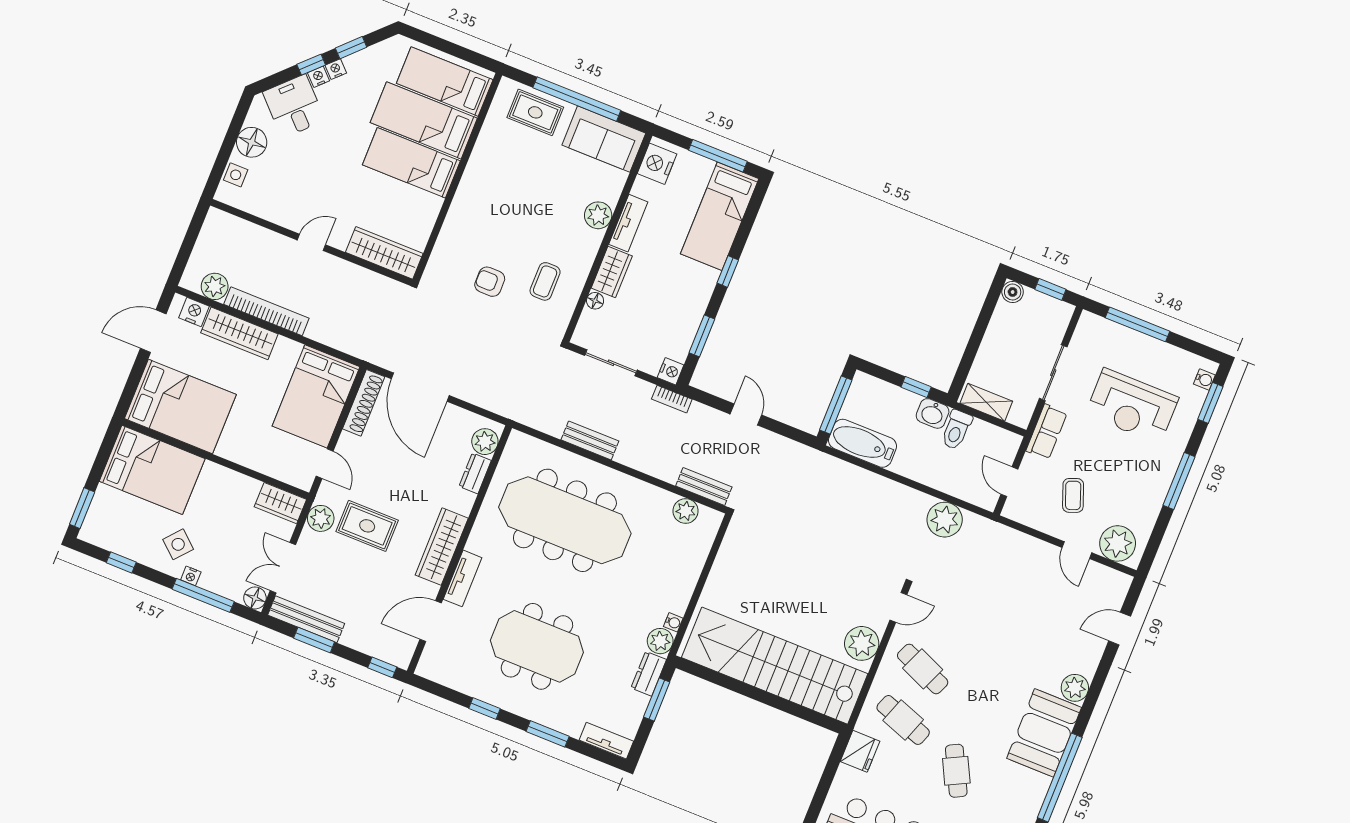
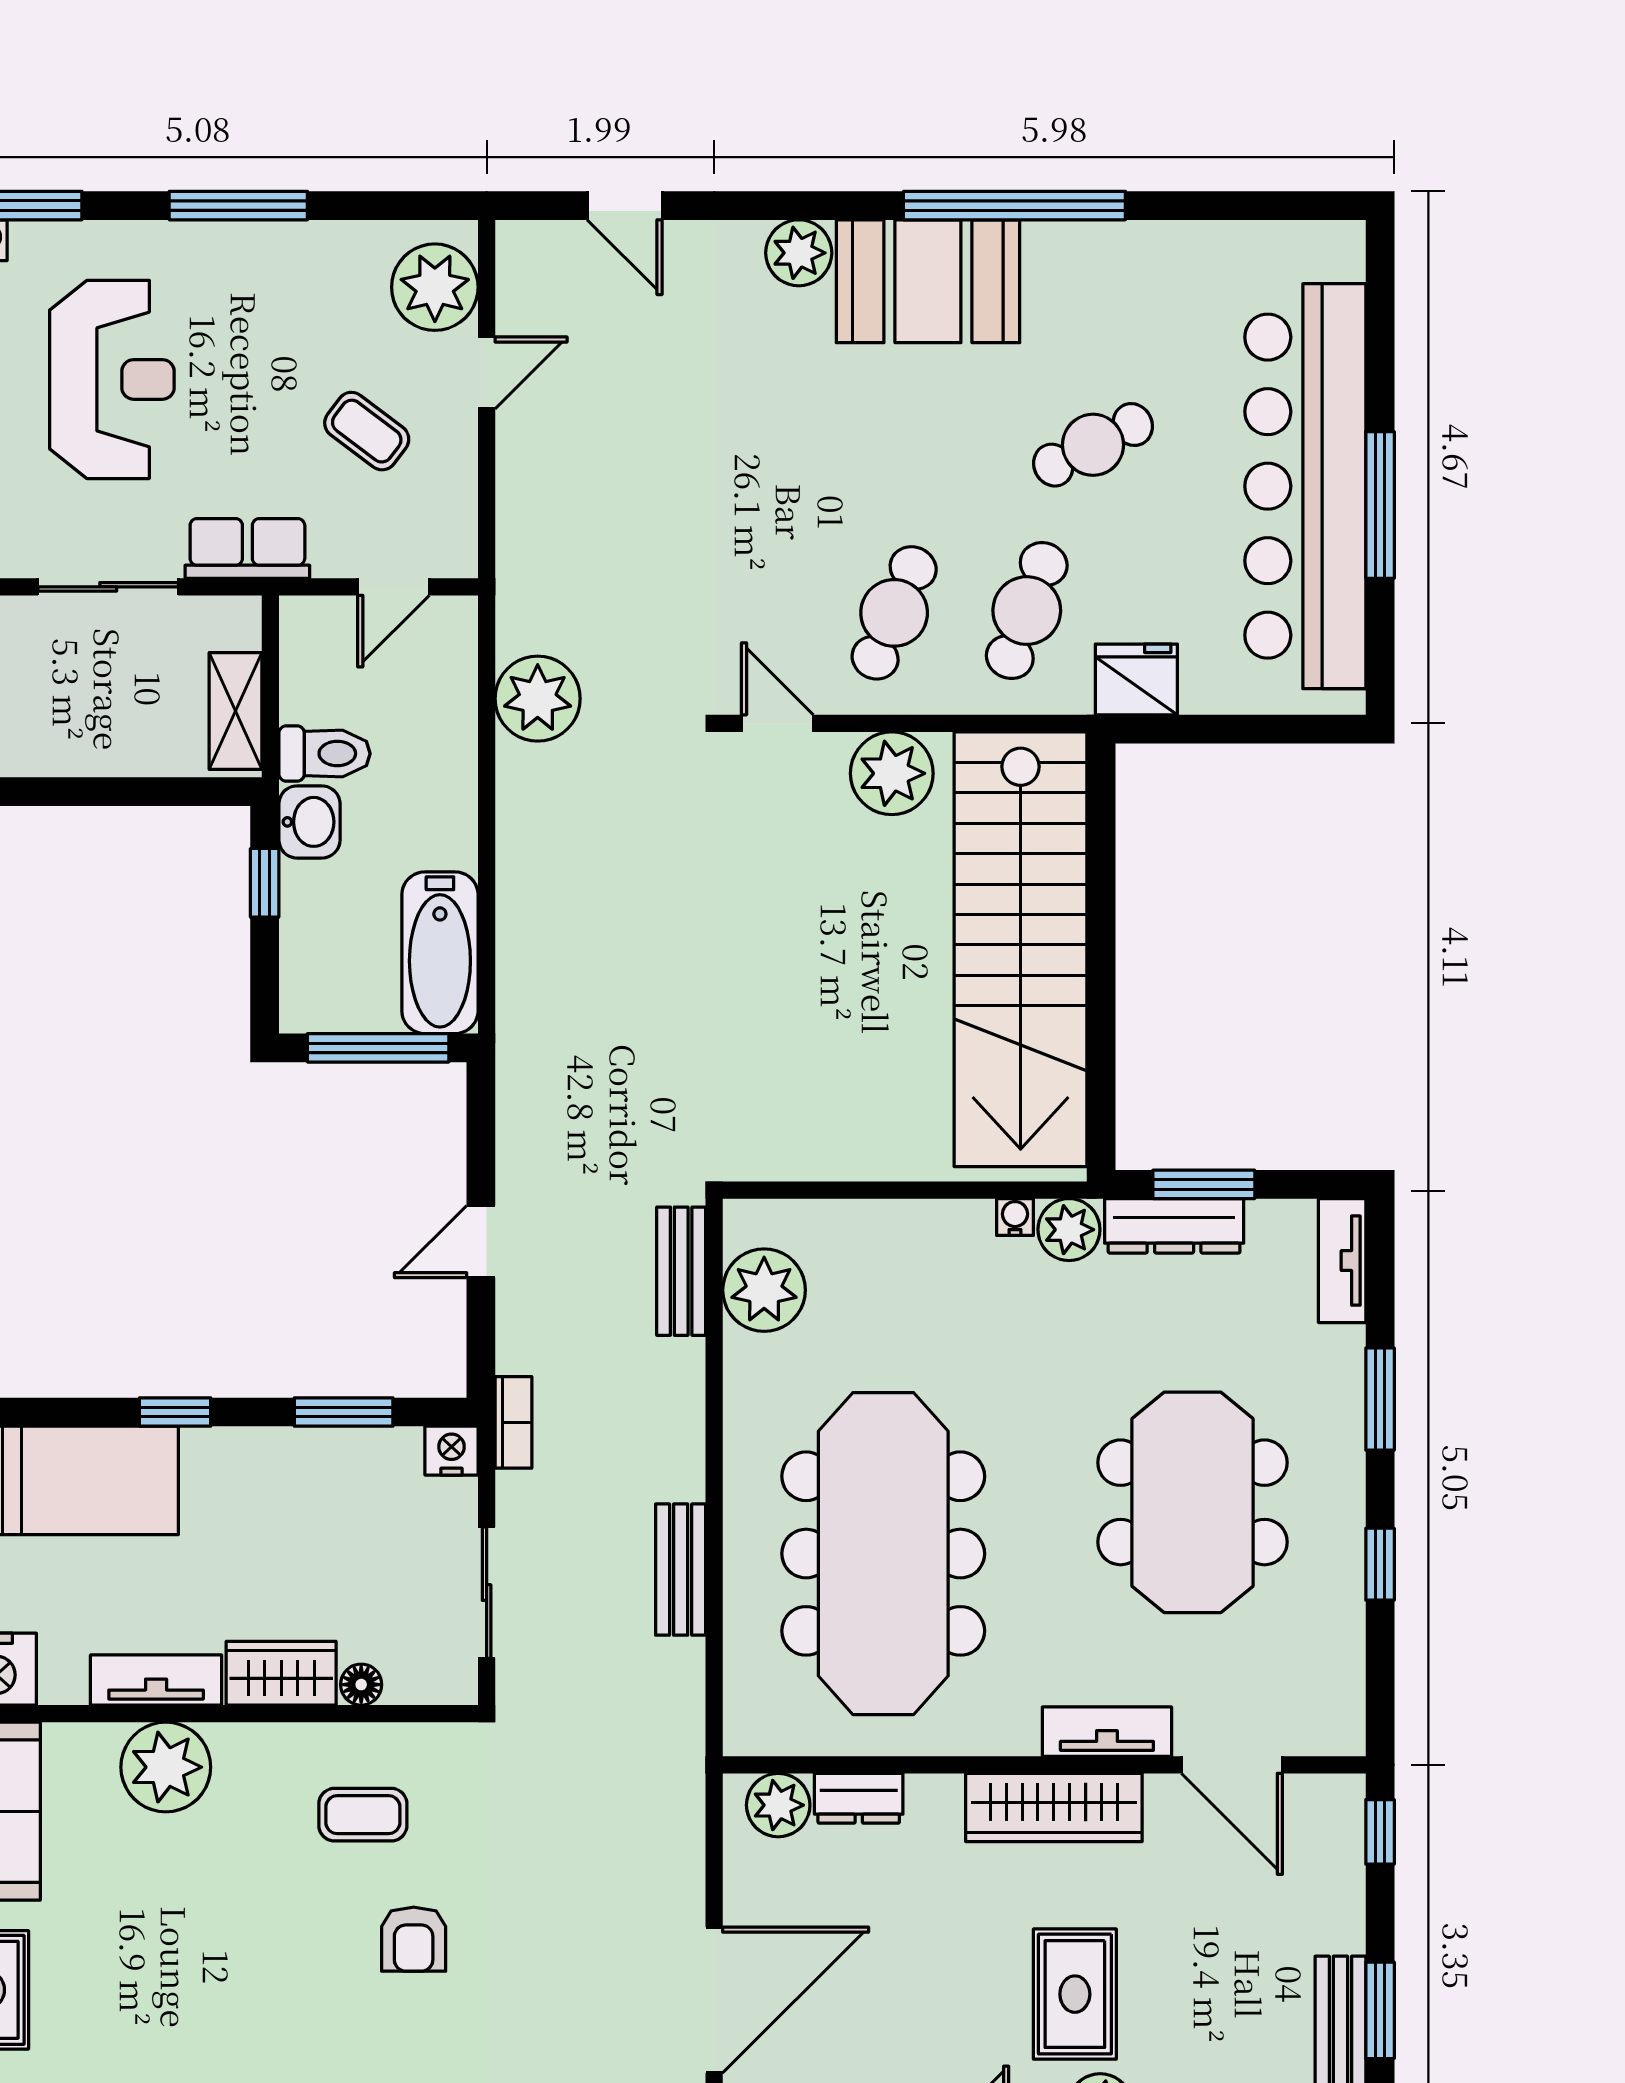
plant: (598, 215) -> (166, 1767), width x1.36, depth x1.36
coffee table: (1073, 495) -> (367, 431), turned 58
plant: (686, 511) -> (764, 1290), width x1.36, depth x1.36
dresser: (649, 674) -> (1174, 1226), width x1.44

